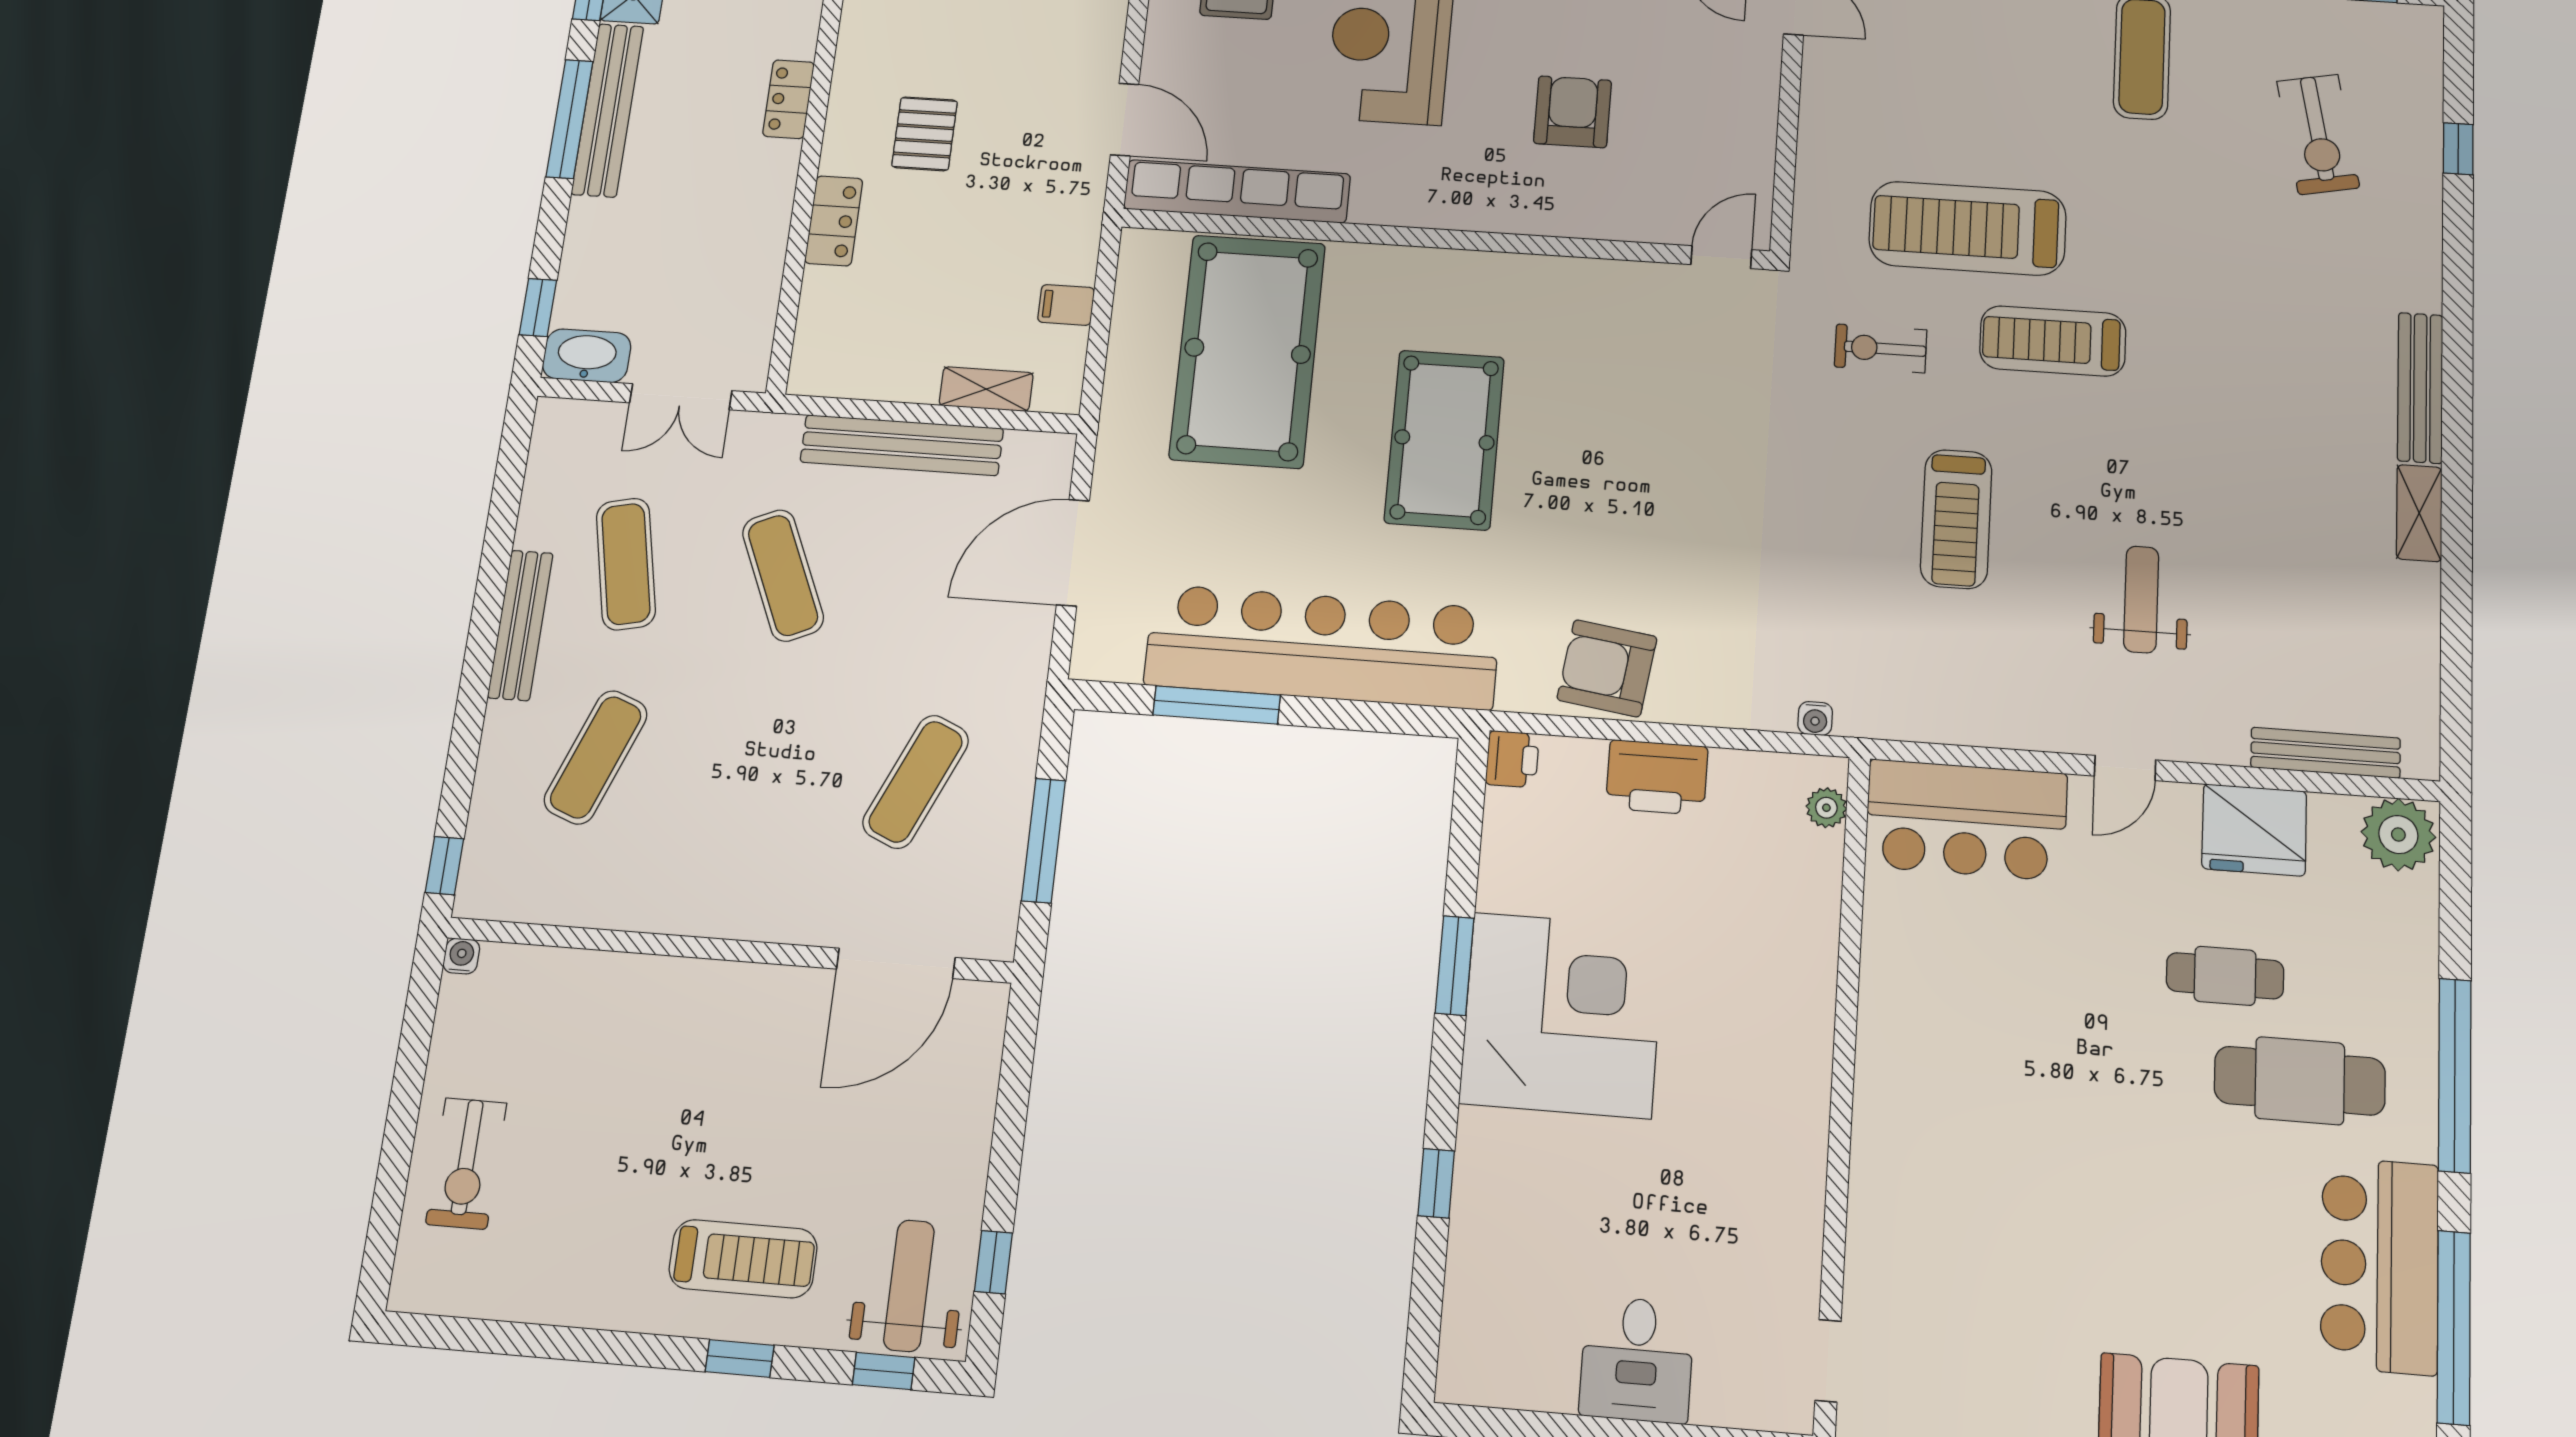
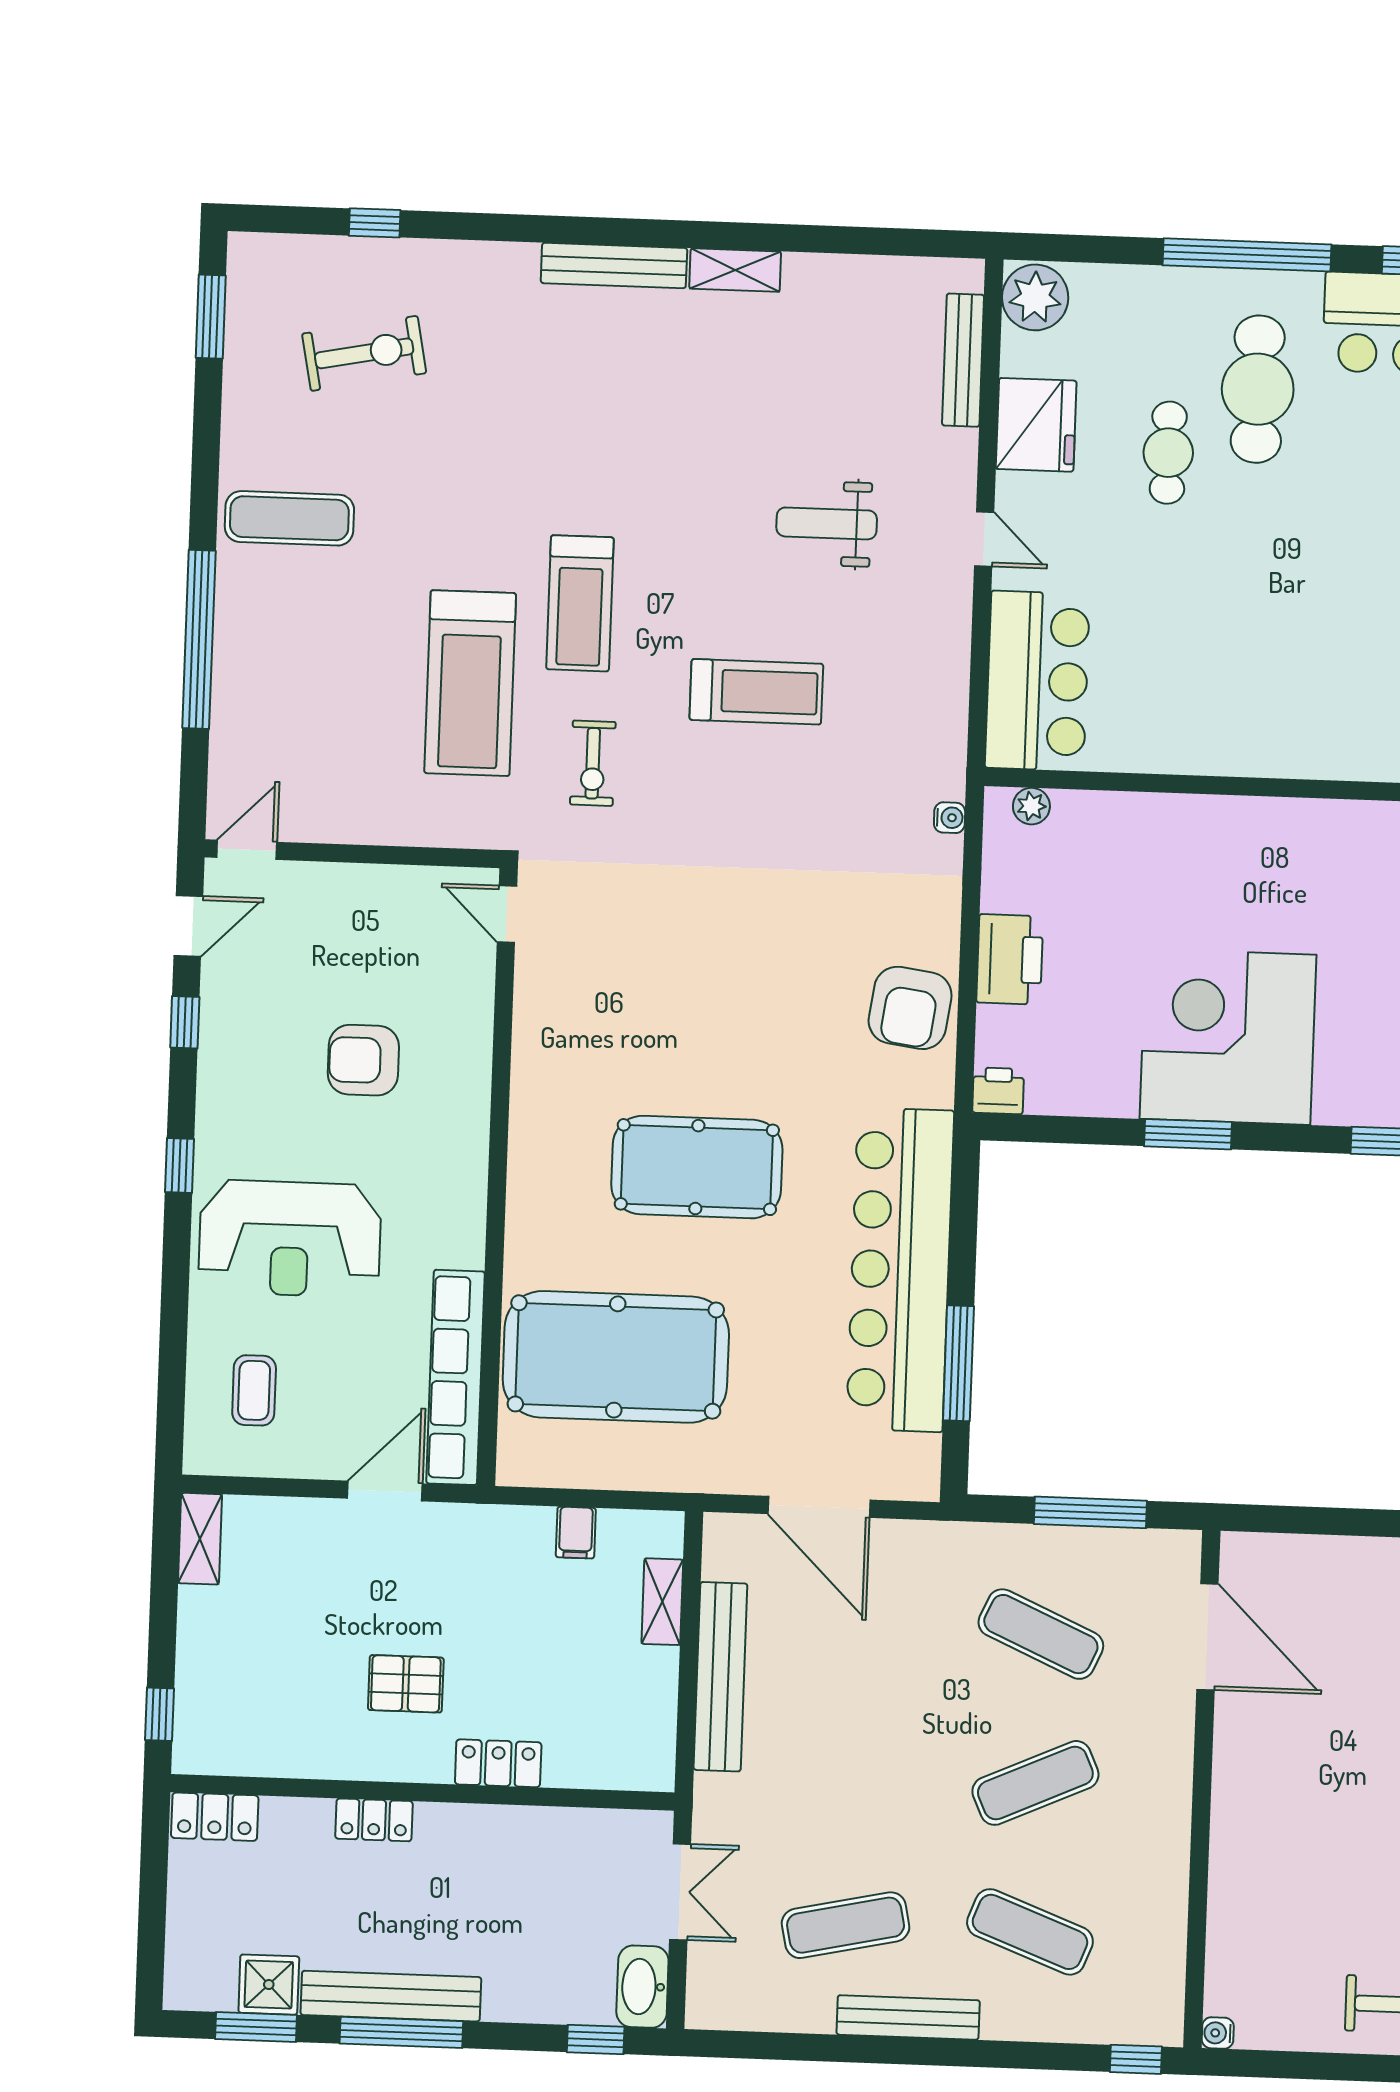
exercise mat: (783, 575) -> (1035, 1783), moved

